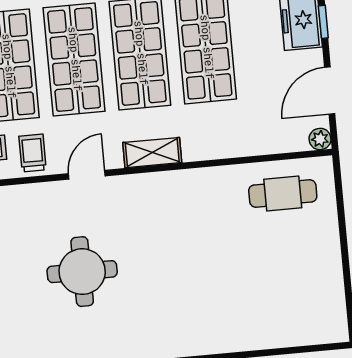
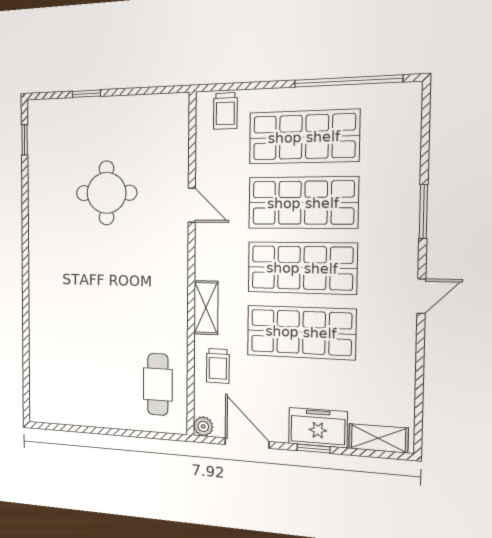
trolley: (33, 153) -> (218, 366), moved, turned 90
shelving: (152, 153) -> (206, 308), moved

